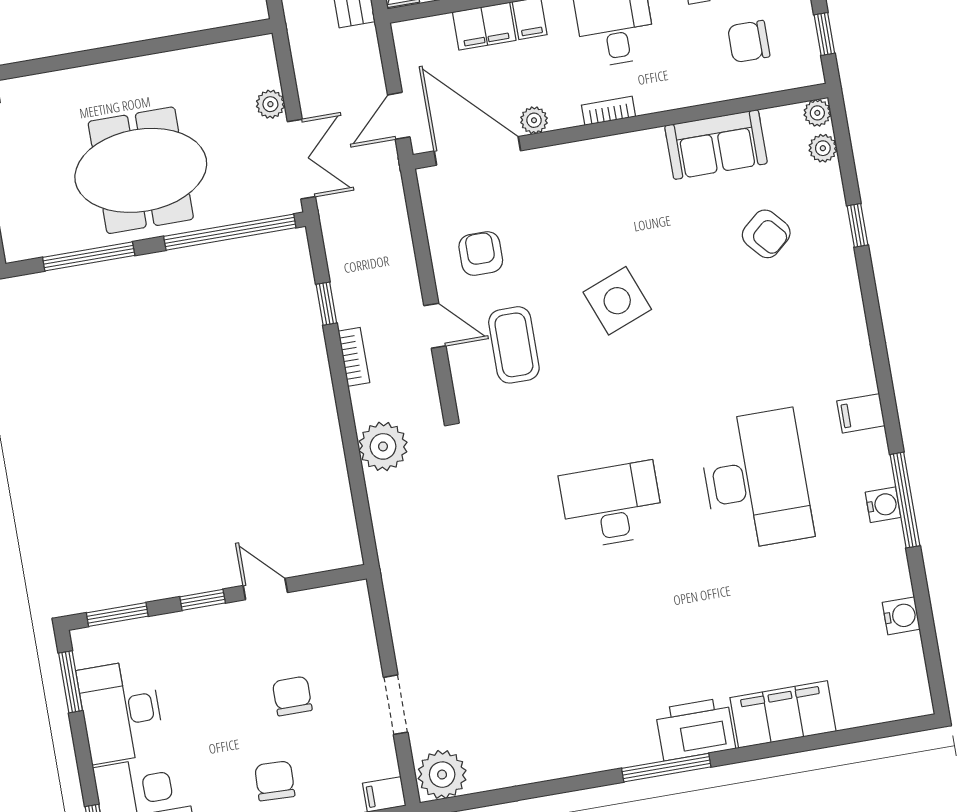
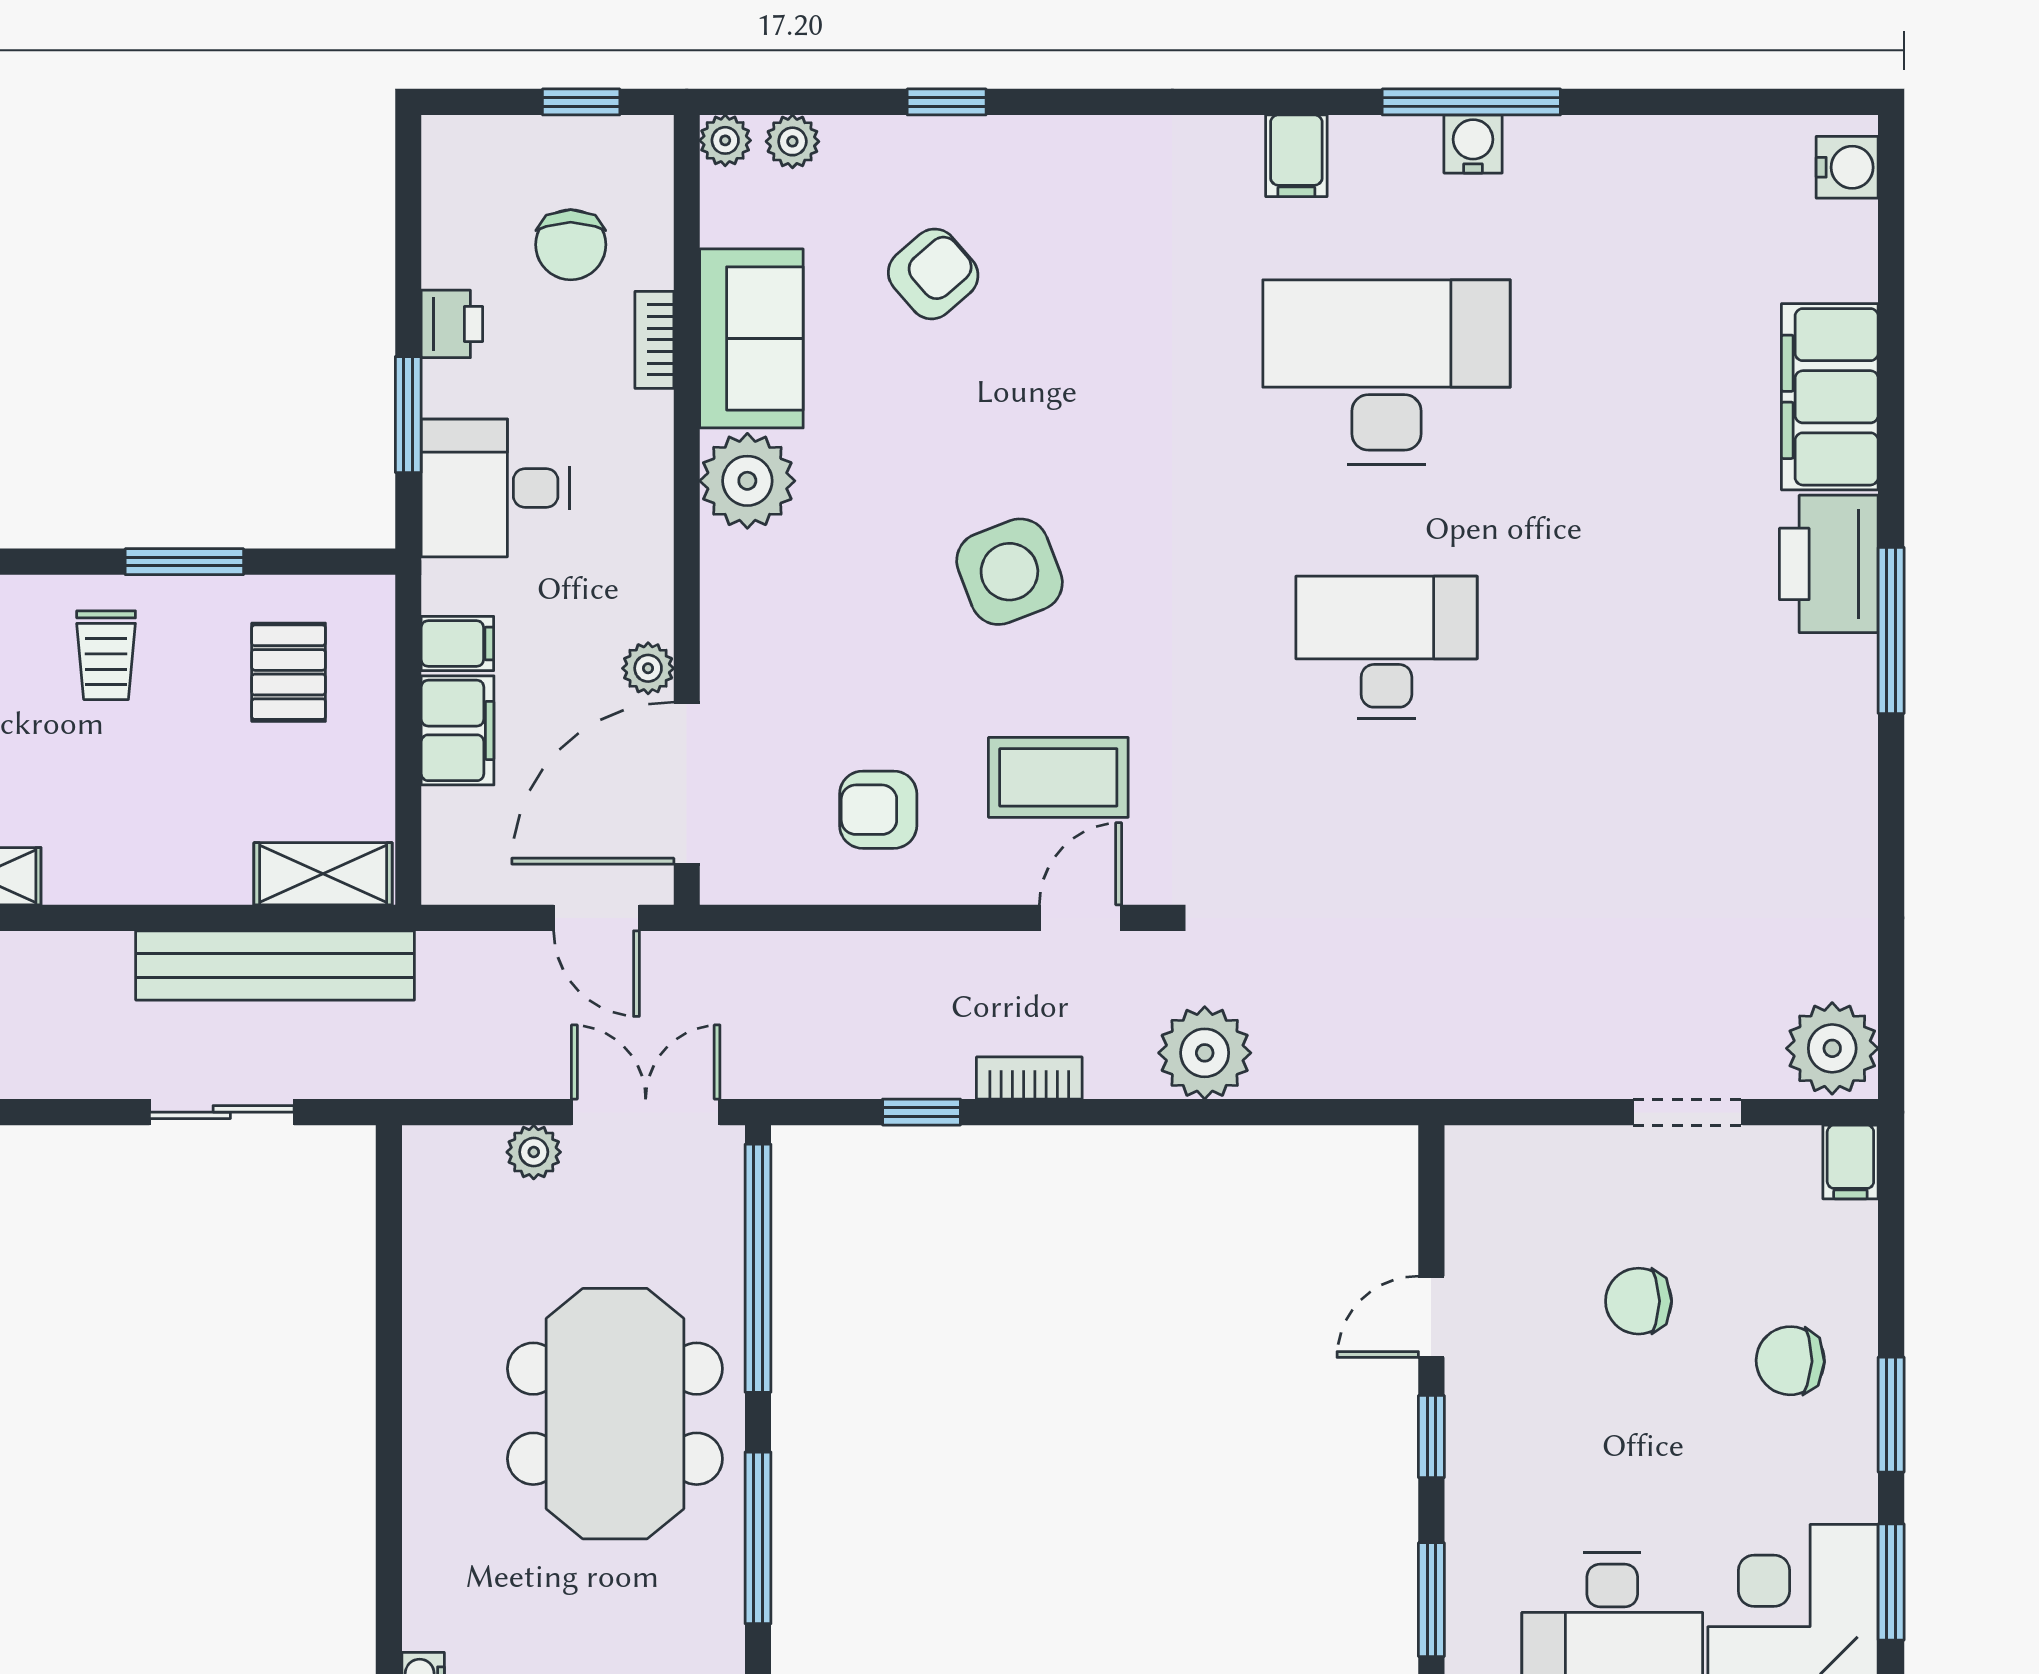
bookcase: (609, 111) -> (654, 340), moved
plant: (641, 155) -> (747, 481), added
door: (435, 326) -> (1080, 918), moved
desk: (612, 505) -> (1386, 647), turned 90
water cooler: (901, 616) -> (1847, 167), moved, turned 90

